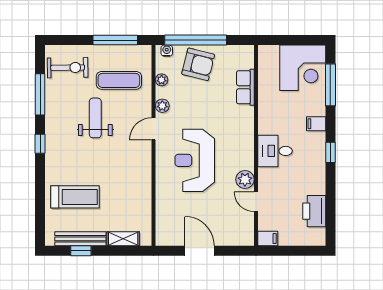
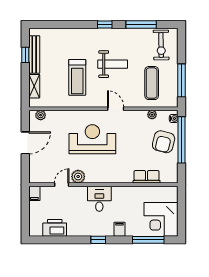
plant: (162, 106) -> (41, 115), moved
weight bench: (95, 118) -> (113, 64), moved
treadmill: (75, 197) -> (77, 77), moved

